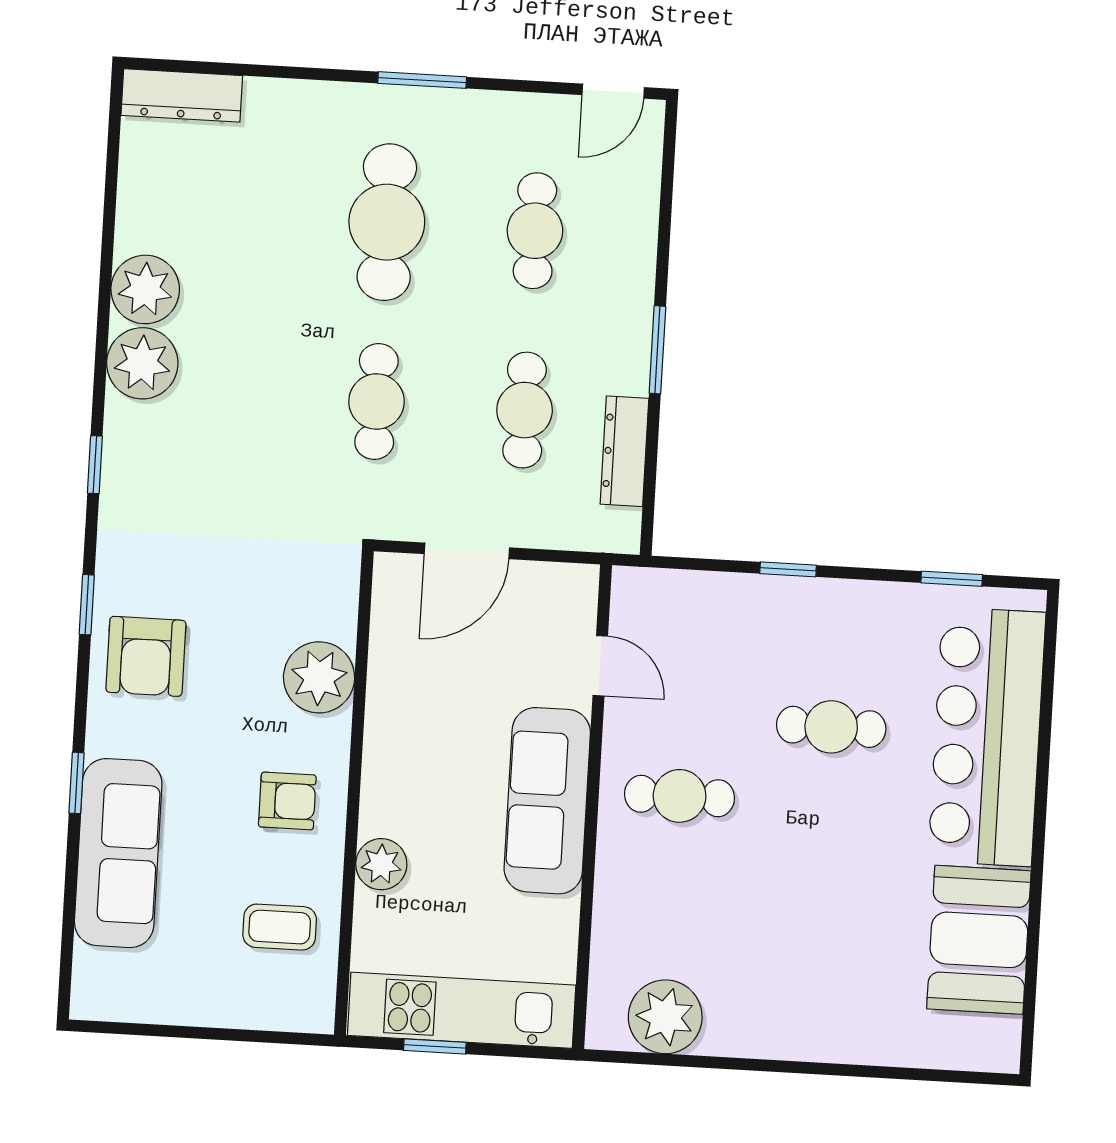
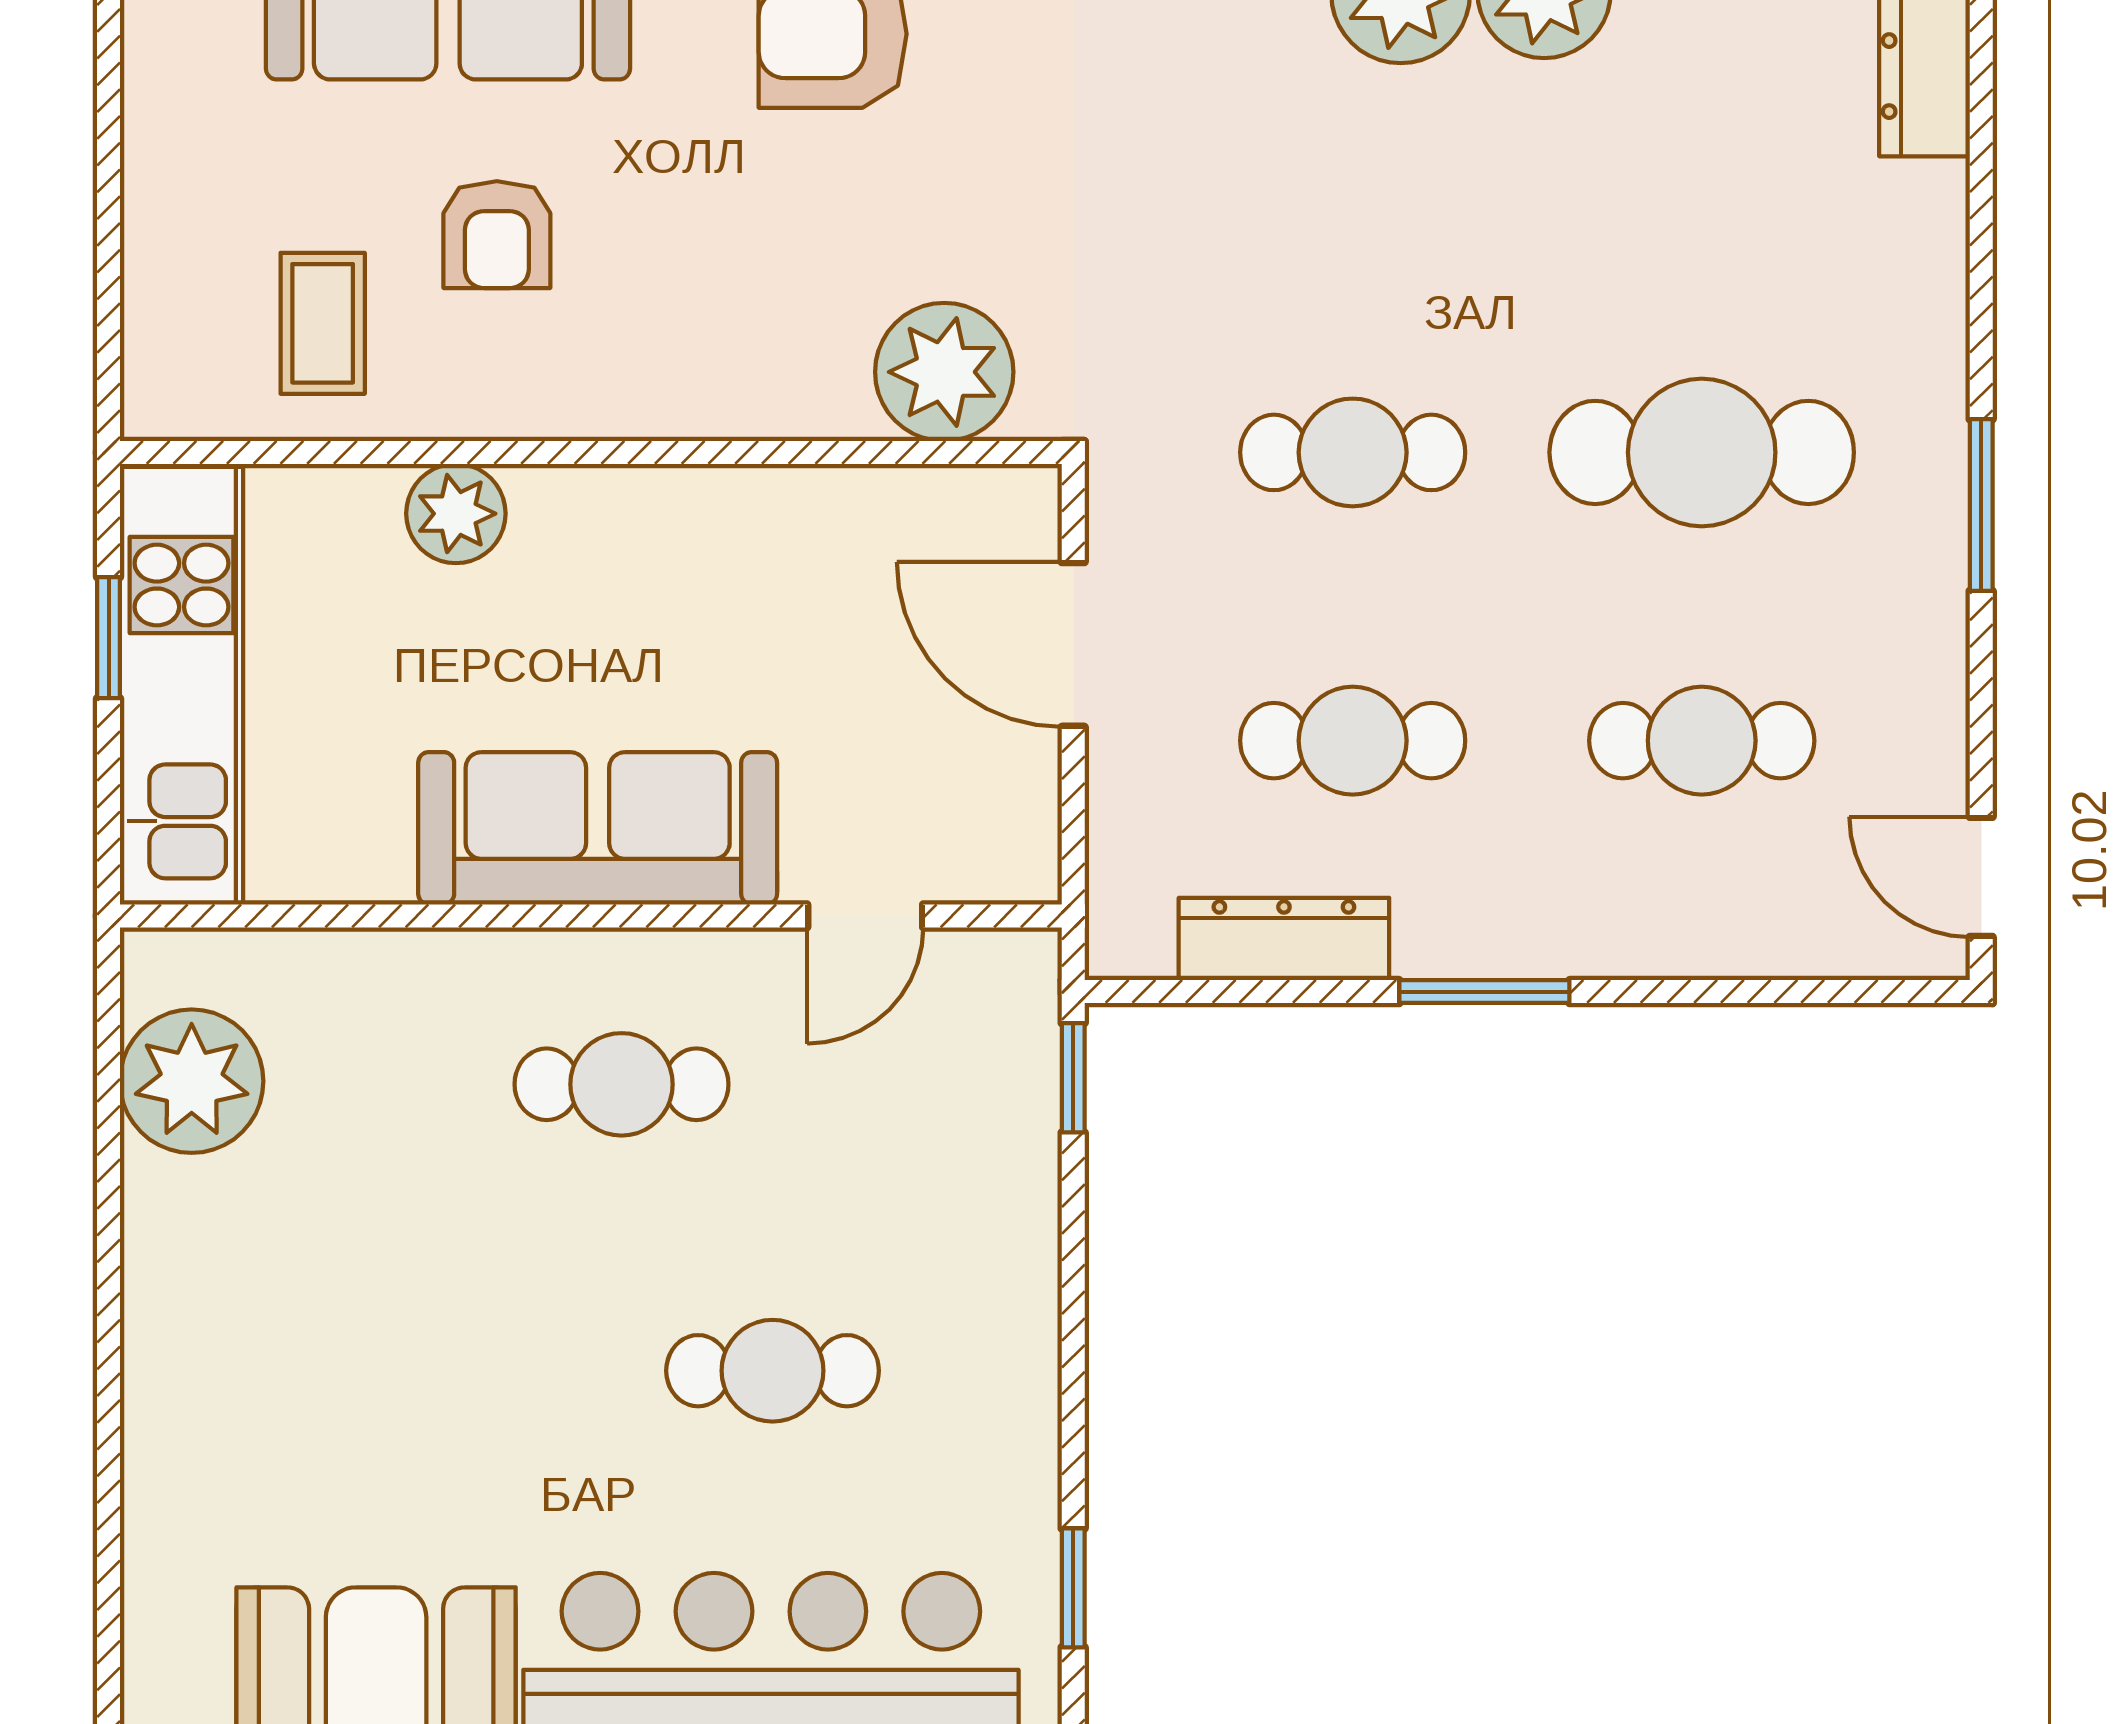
window: (788, 569) -> (1073, 1078), moved
plant: (319, 677) -> (944, 372), moved
cafe table: (831, 727) -> (773, 1371), turned 90
cafe table: (680, 796) -> (622, 1084), turned 90
armchair: (287, 801) -> (497, 235), moved

